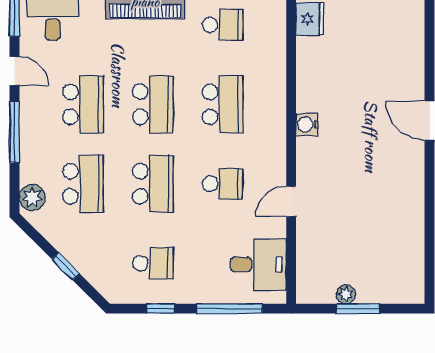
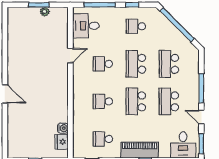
school desk: (223, 104) -> (103, 101), width x0.54
water cooler: (307, 125) -> (63, 128), moved
plant: (32, 197) -> (193, 57), removed
window: (66, 266) -> (177, 25), width x3.17

